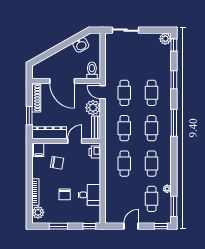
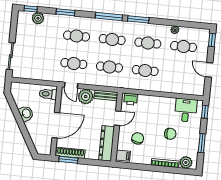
plant: (165, 39) -> (38, 18), moved
washbasin: (81, 45) -> (26, 114), moved
door: (103, 92) -> (71, 85), hinge flipped
window: (29, 116) -> (68, 160), moved
door: (75, 141) -> (118, 118), swing flipped
desk: (89, 195) -> (186, 110), moved
window: (174, 206) -> (138, 19), moved

